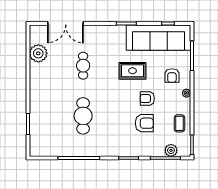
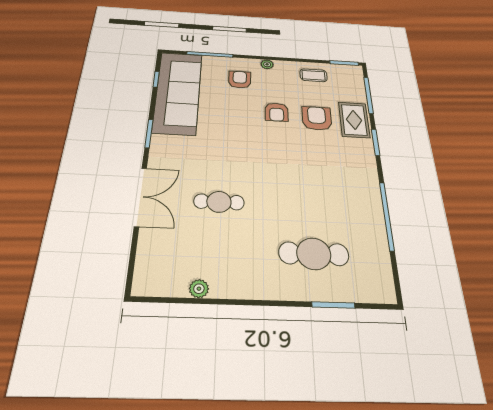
double door: (66, 23) -> (140, 197), moved
plant: (38, 53) -> (199, 289), width x0.53, depth x0.53
rug: (133, 71) -> (354, 120), moved
armchair: (172, 76) -> (240, 80), turned -90
cafe table: (83, 116) -> (314, 254), moved
plant: (171, 150) -> (356, 88), removed

